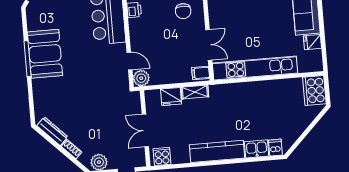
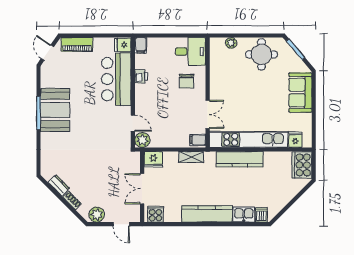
fridge: (312, 42) -> (295, 140), moved, turned 90
kitchen counter: (247, 90) -> (240, 159), added
fridge: (171, 96) -> (153, 159), moved
dresser: (52, 131) -> (59, 185), width x0.70

